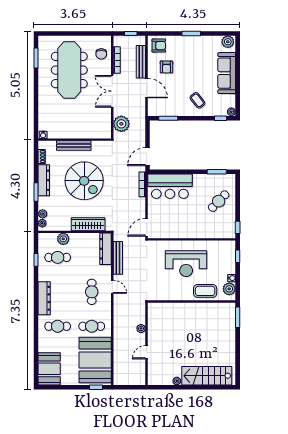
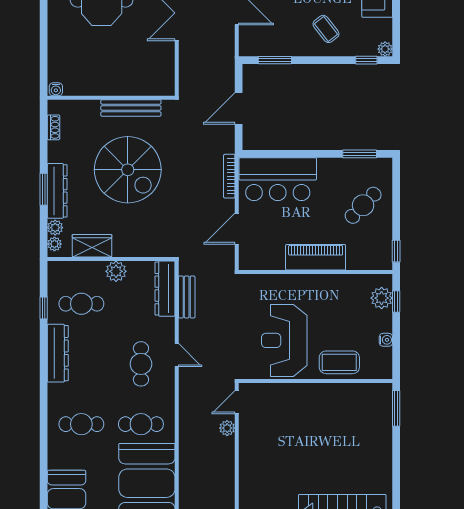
plant: (121, 124) -> (193, 70), removed
bench: (74, 145) -> (131, 108), moved
door: (148, 157) -> (239, 108), moved
dresser: (44, 180) -> (57, 191), moved
wardrobe: (88, 224) -> (92, 246), moved, width x0.67
door: (147, 227) -> (237, 229), moved
piano: (192, 231) -> (316, 257), added
plant: (63, 239) -> (116, 271), moved
bench: (118, 258) -> (187, 297), width x0.73
reception desk: (186, 264) -> (284, 340), moved, turned 90
plant: (229, 289) -> (382, 298), moved
dresser: (44, 298) -> (58, 353), moved
door: (147, 352) -> (237, 402), moved

